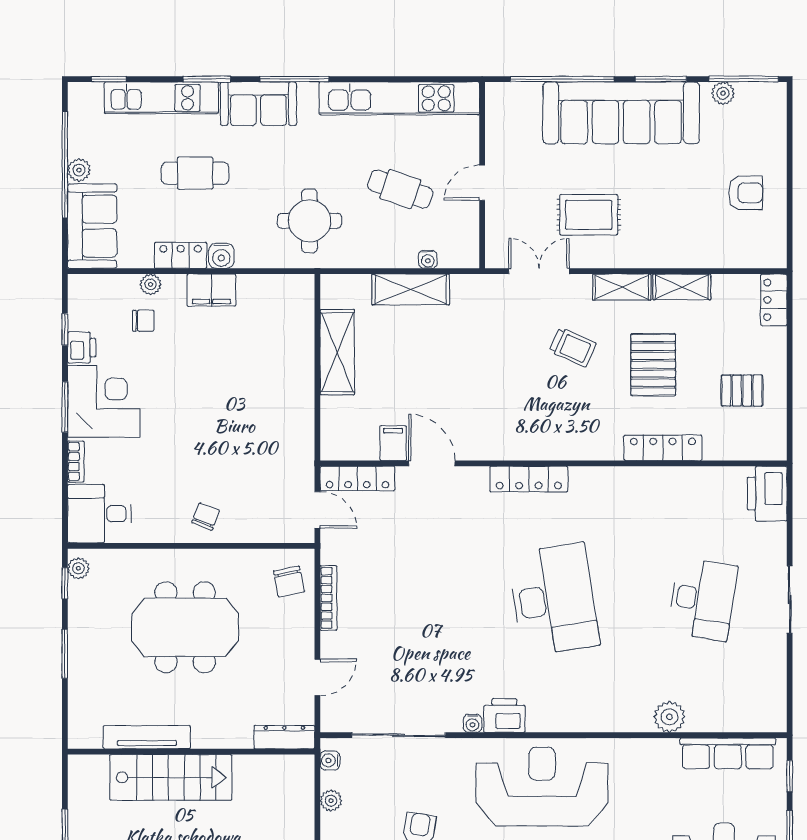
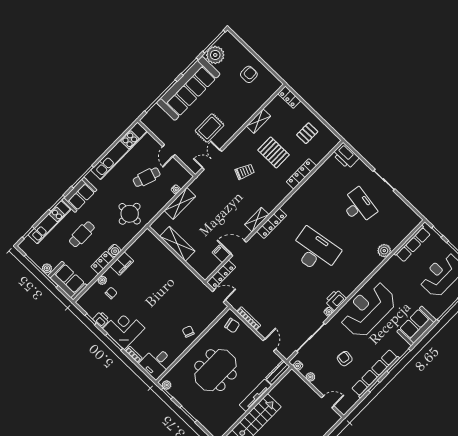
plant: (723, 93) -> (215, 55), width x1.88, depth x1.88
shelving: (622, 287) -> (257, 220), moved
tv unit: (147, 737) -> (255, 395), moved

